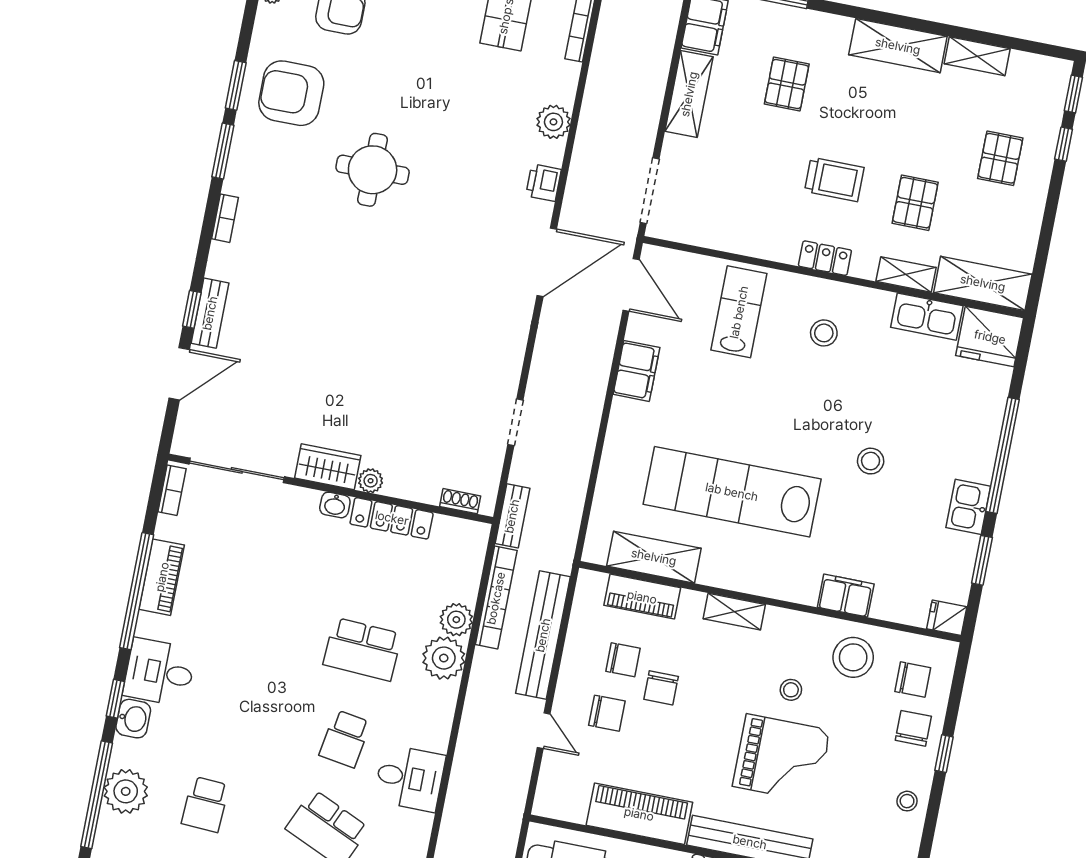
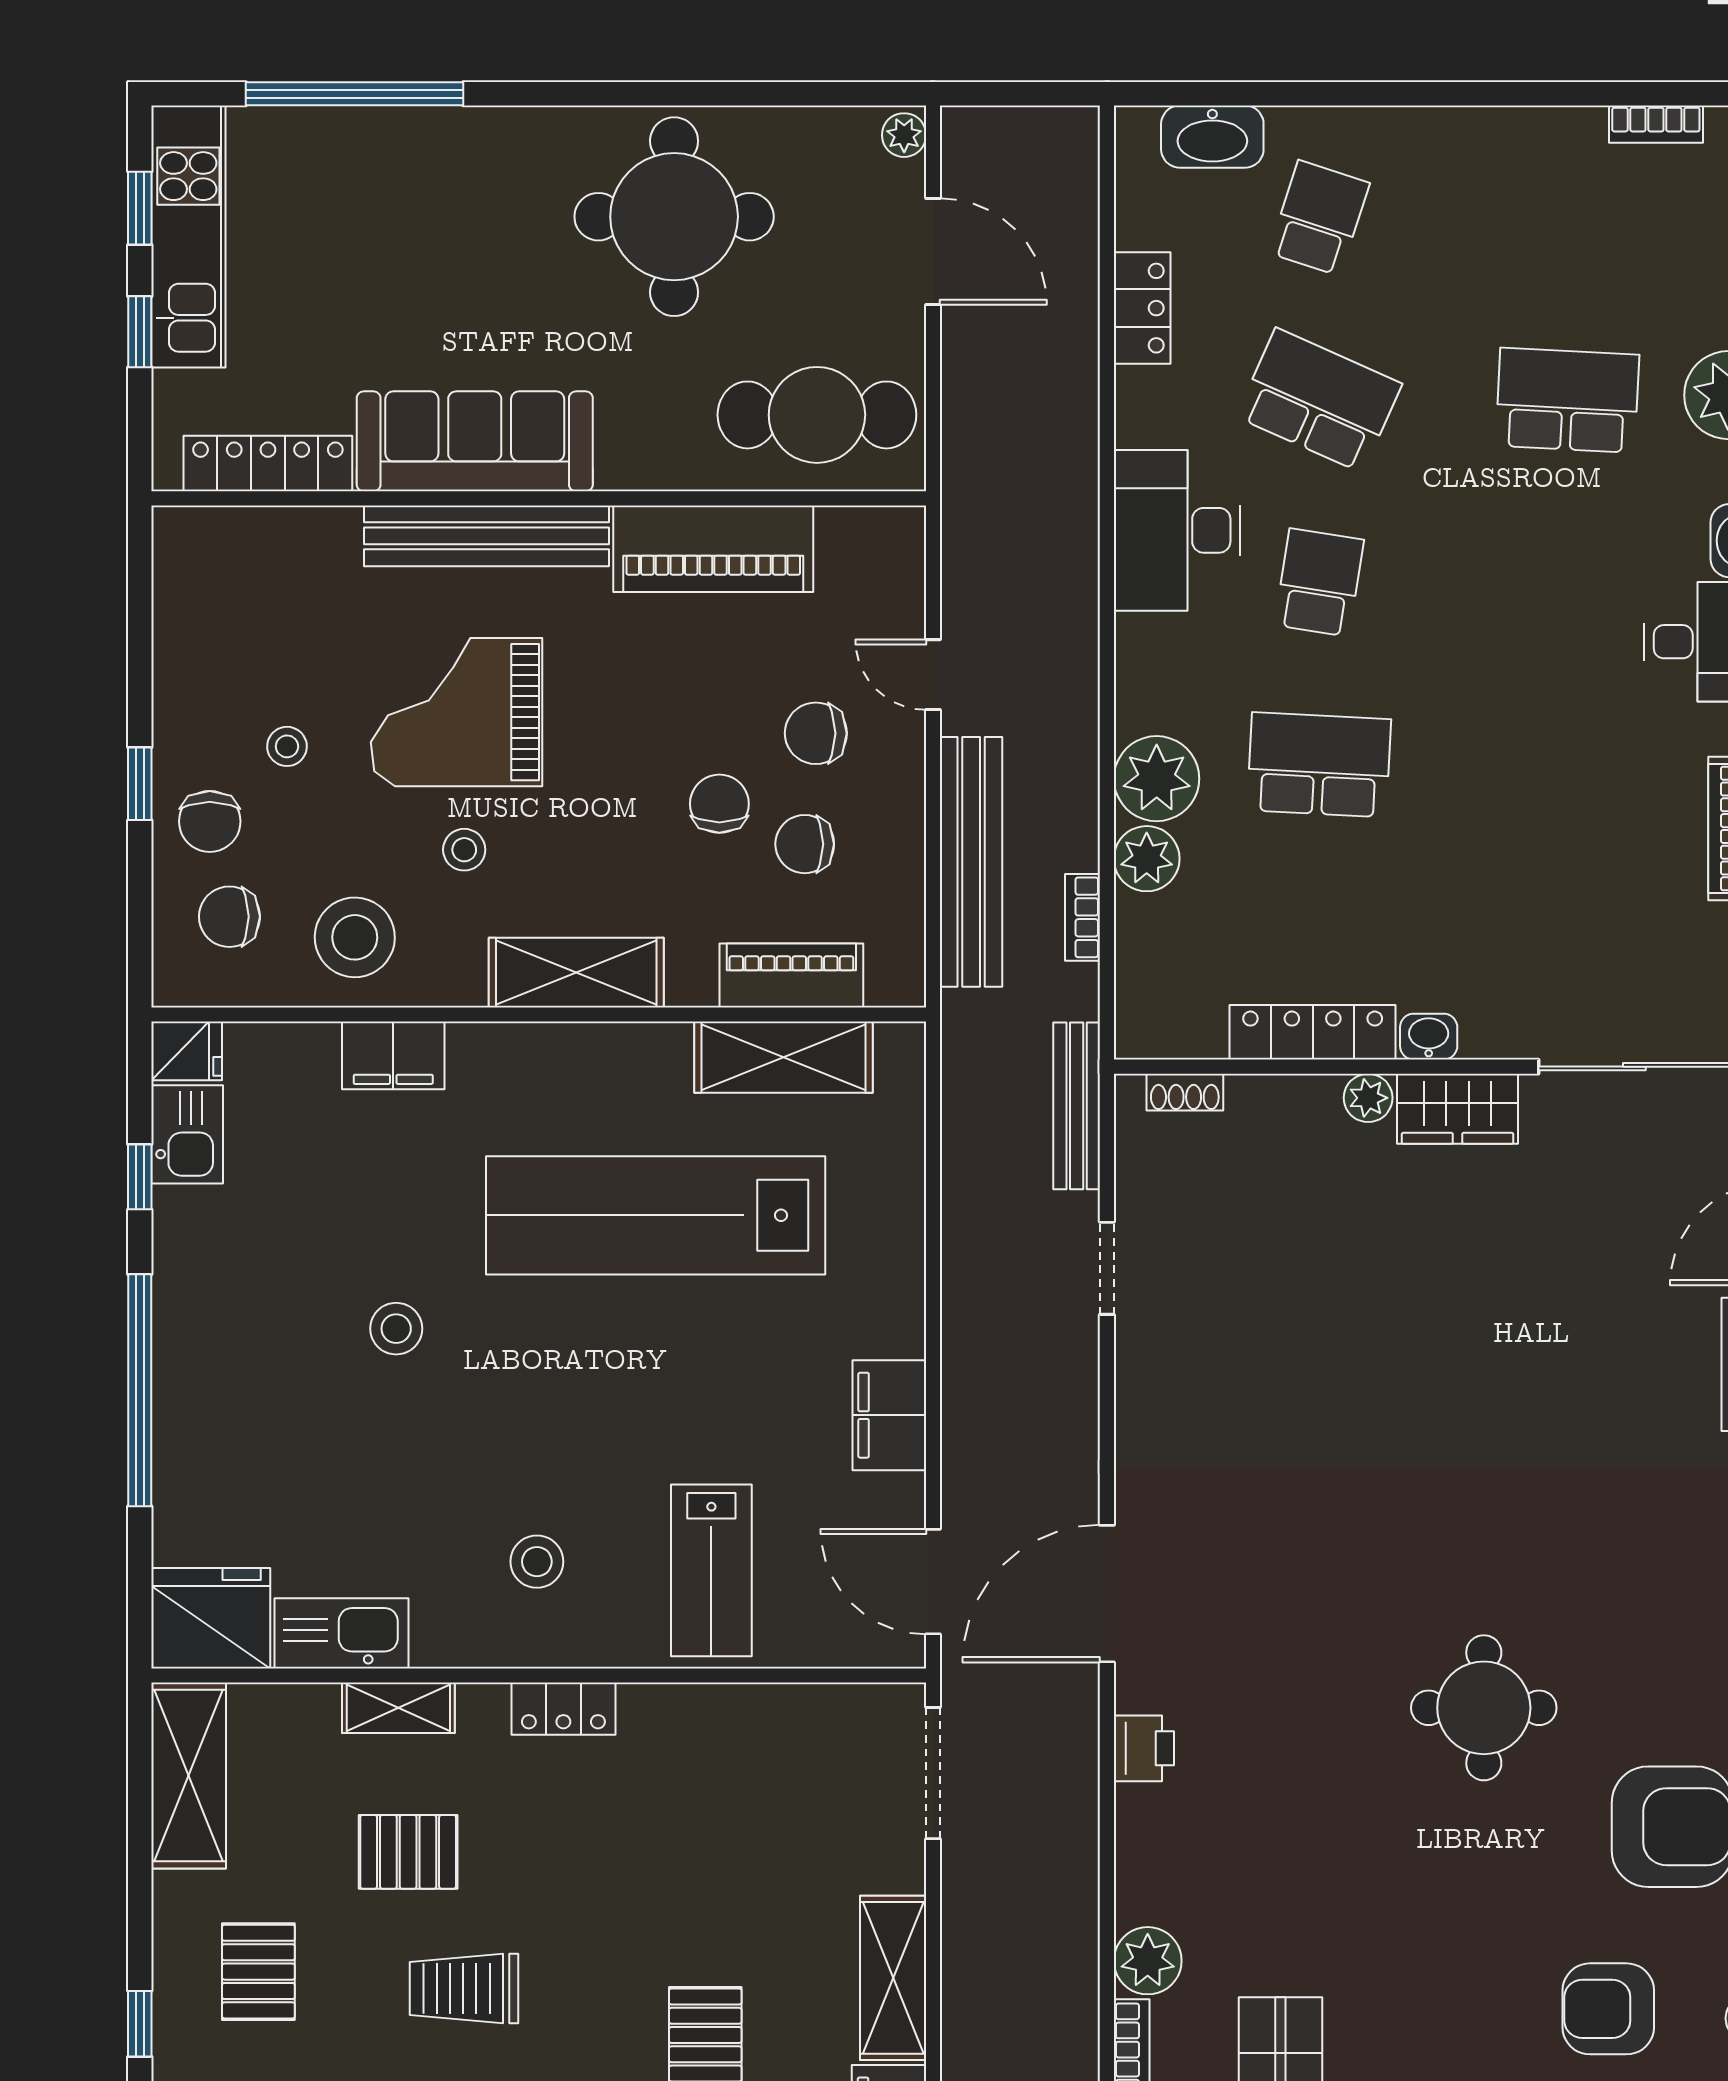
plant: (553, 122) -> (1148, 1961), moved
trolley: (834, 179) -> (464, 1989), moved
pallet: (915, 203) -> (408, 1852), turned 90
shelving: (983, 283) -> (189, 1775), moved, turned 90
lab bench: (732, 492) -> (656, 1215), turned 180
kitchen sink: (968, 507) -> (187, 1134), moved
bench: (512, 516) -> (1077, 1106), width x1.36
window: (982, 560) -> (140, 1177), width x0.67
bookcase: (496, 598) -> (1083, 917), width x0.43, depth x0.76
shelving: (734, 612) -> (576, 973), width x1.50, depth x1.33
desk: (410, 778) -> (1177, 530), width x1.37
stool: (907, 801) -> (287, 746), moved
school desk: (205, 804) -> (1567, 400), width x1.85

